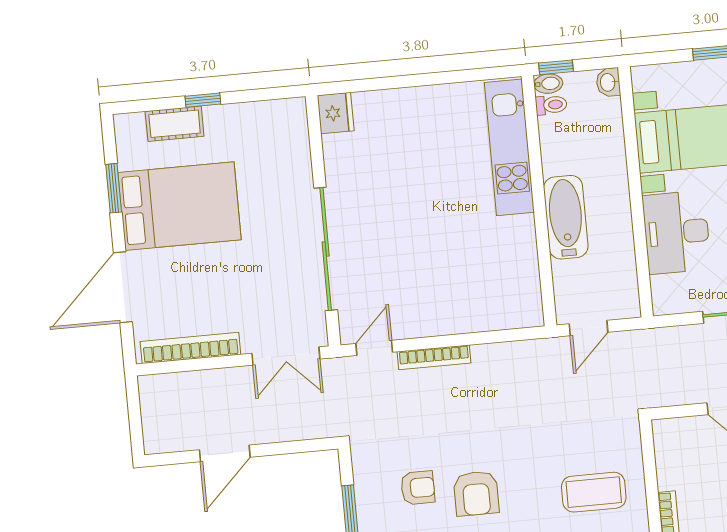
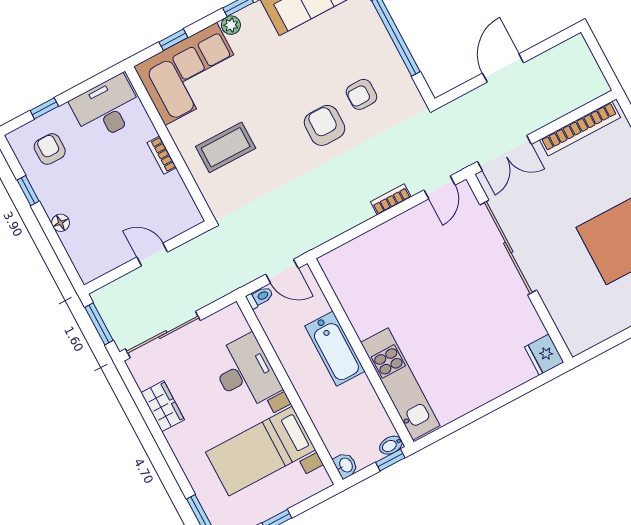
toilet: (551, 105) -> (260, 297), moved, turned 180
door: (589, 328) -> (282, 271), swing flipped
double door: (286, 356) -> (504, 153), swing flipped
bookcase: (434, 357) -> (391, 199), width x0.64
door: (225, 453) -> (503, 68), moved
armchair: (476, 493) -> (324, 125), moved

